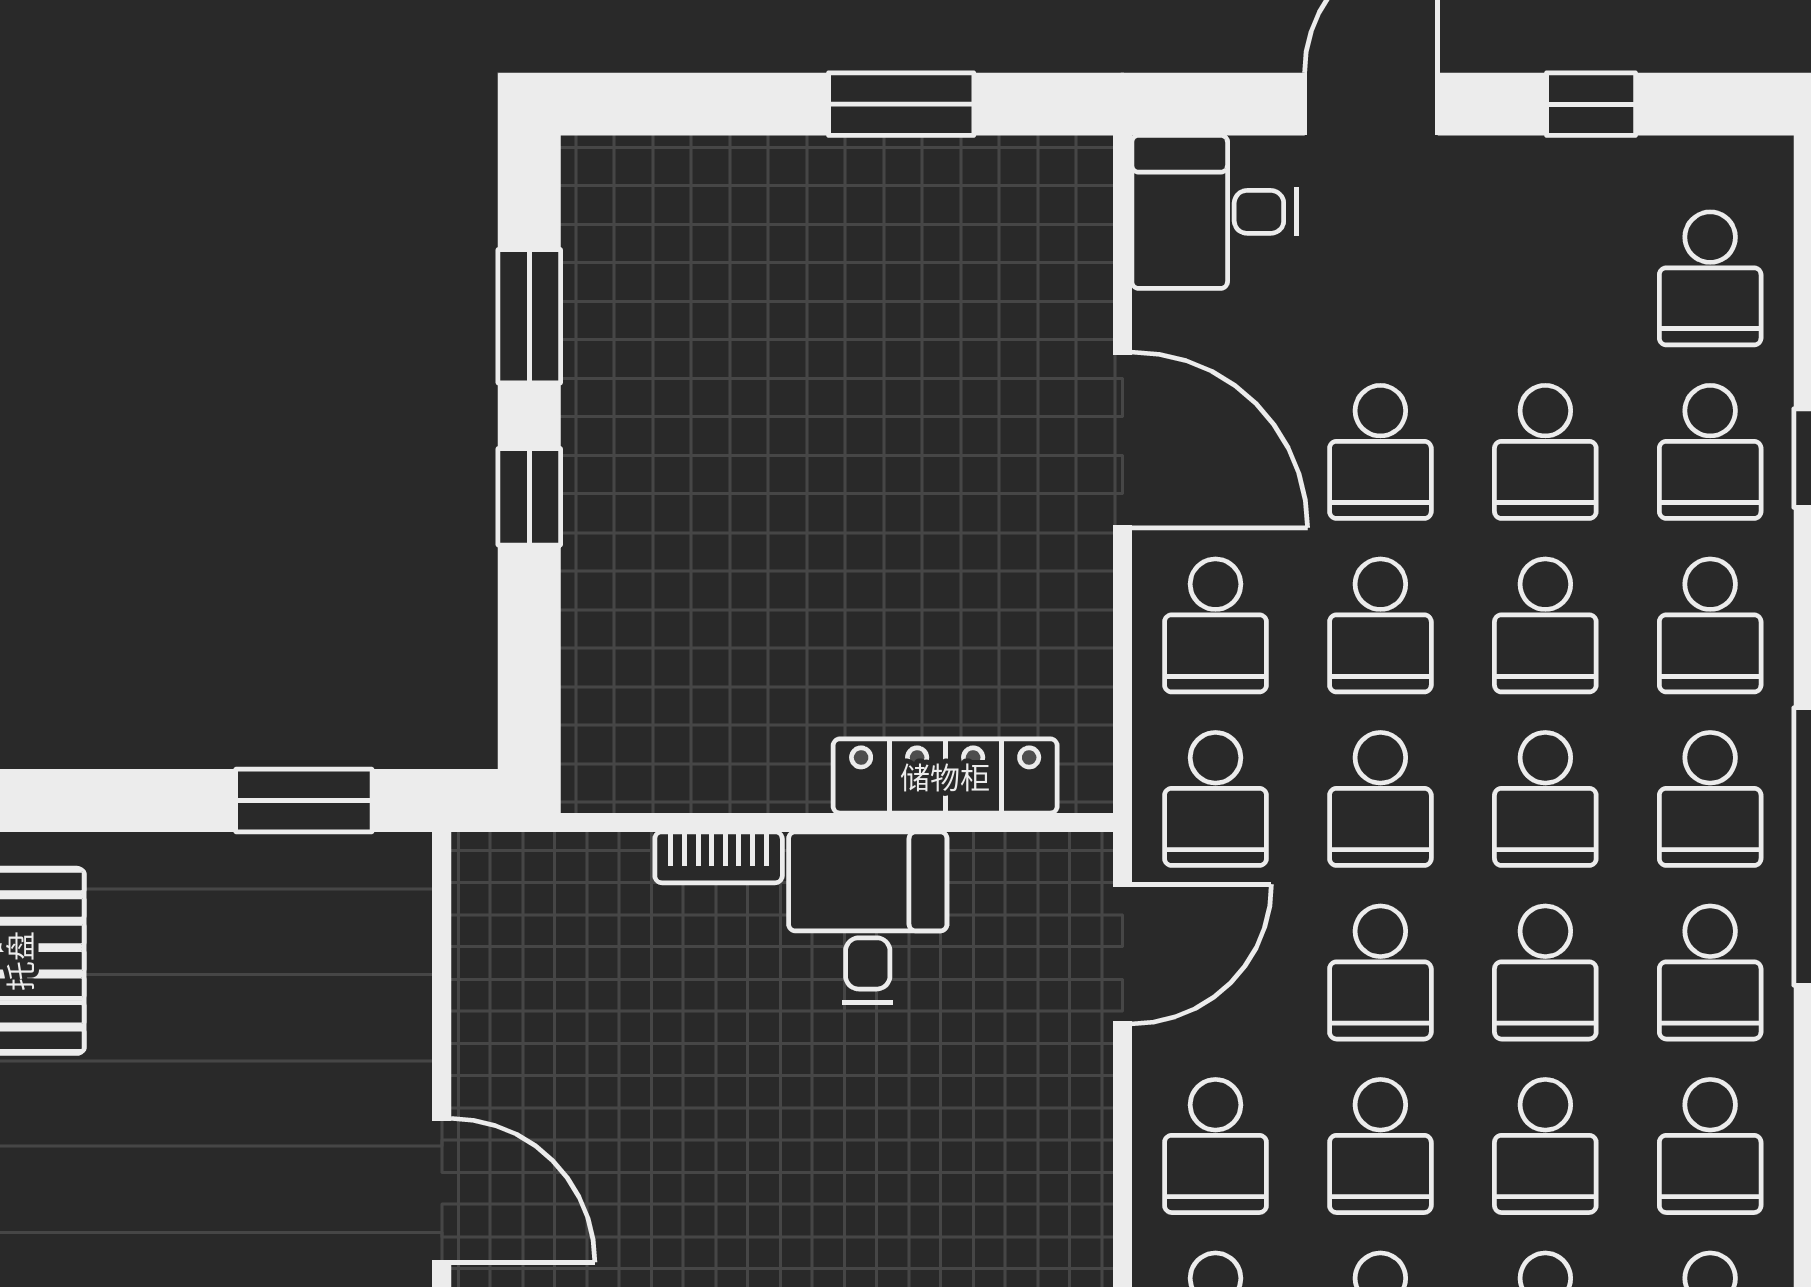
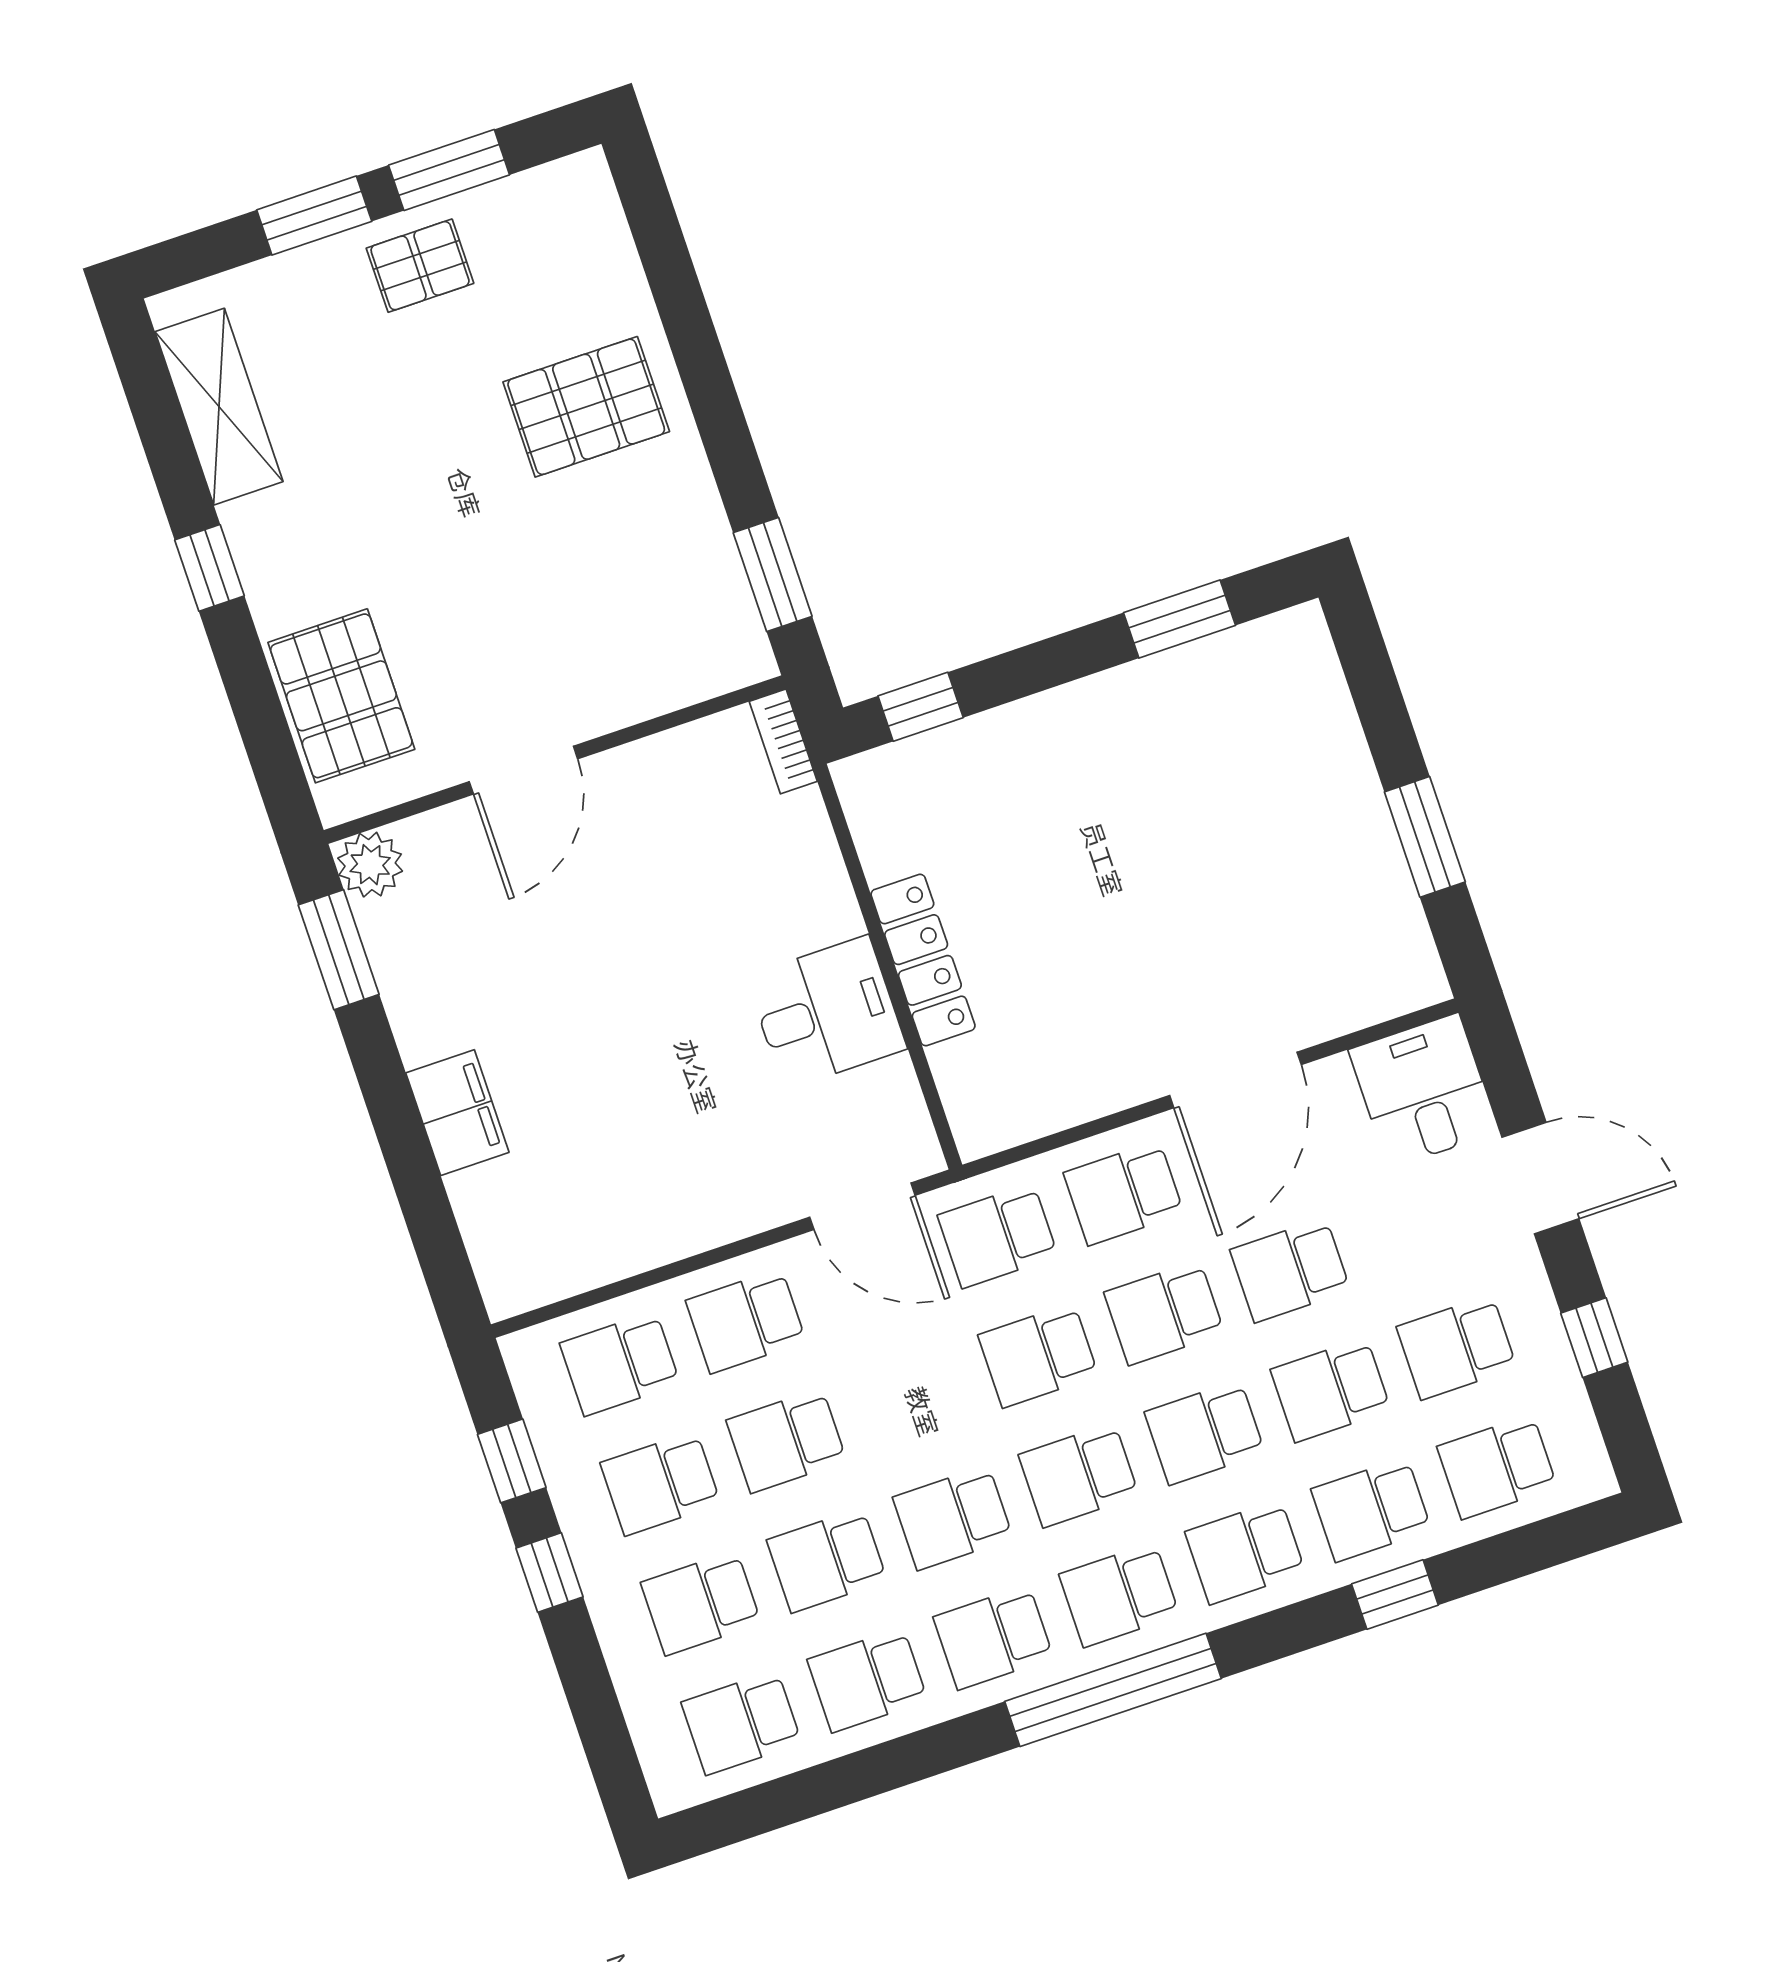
window: (529, 497) -> (921, 707), moved
locker: (945, 776) -> (923, 960), moved
bookcase: (719, 857) -> (783, 741), moved
school desk: (1380, 972) -> (1457, 1347), moved

